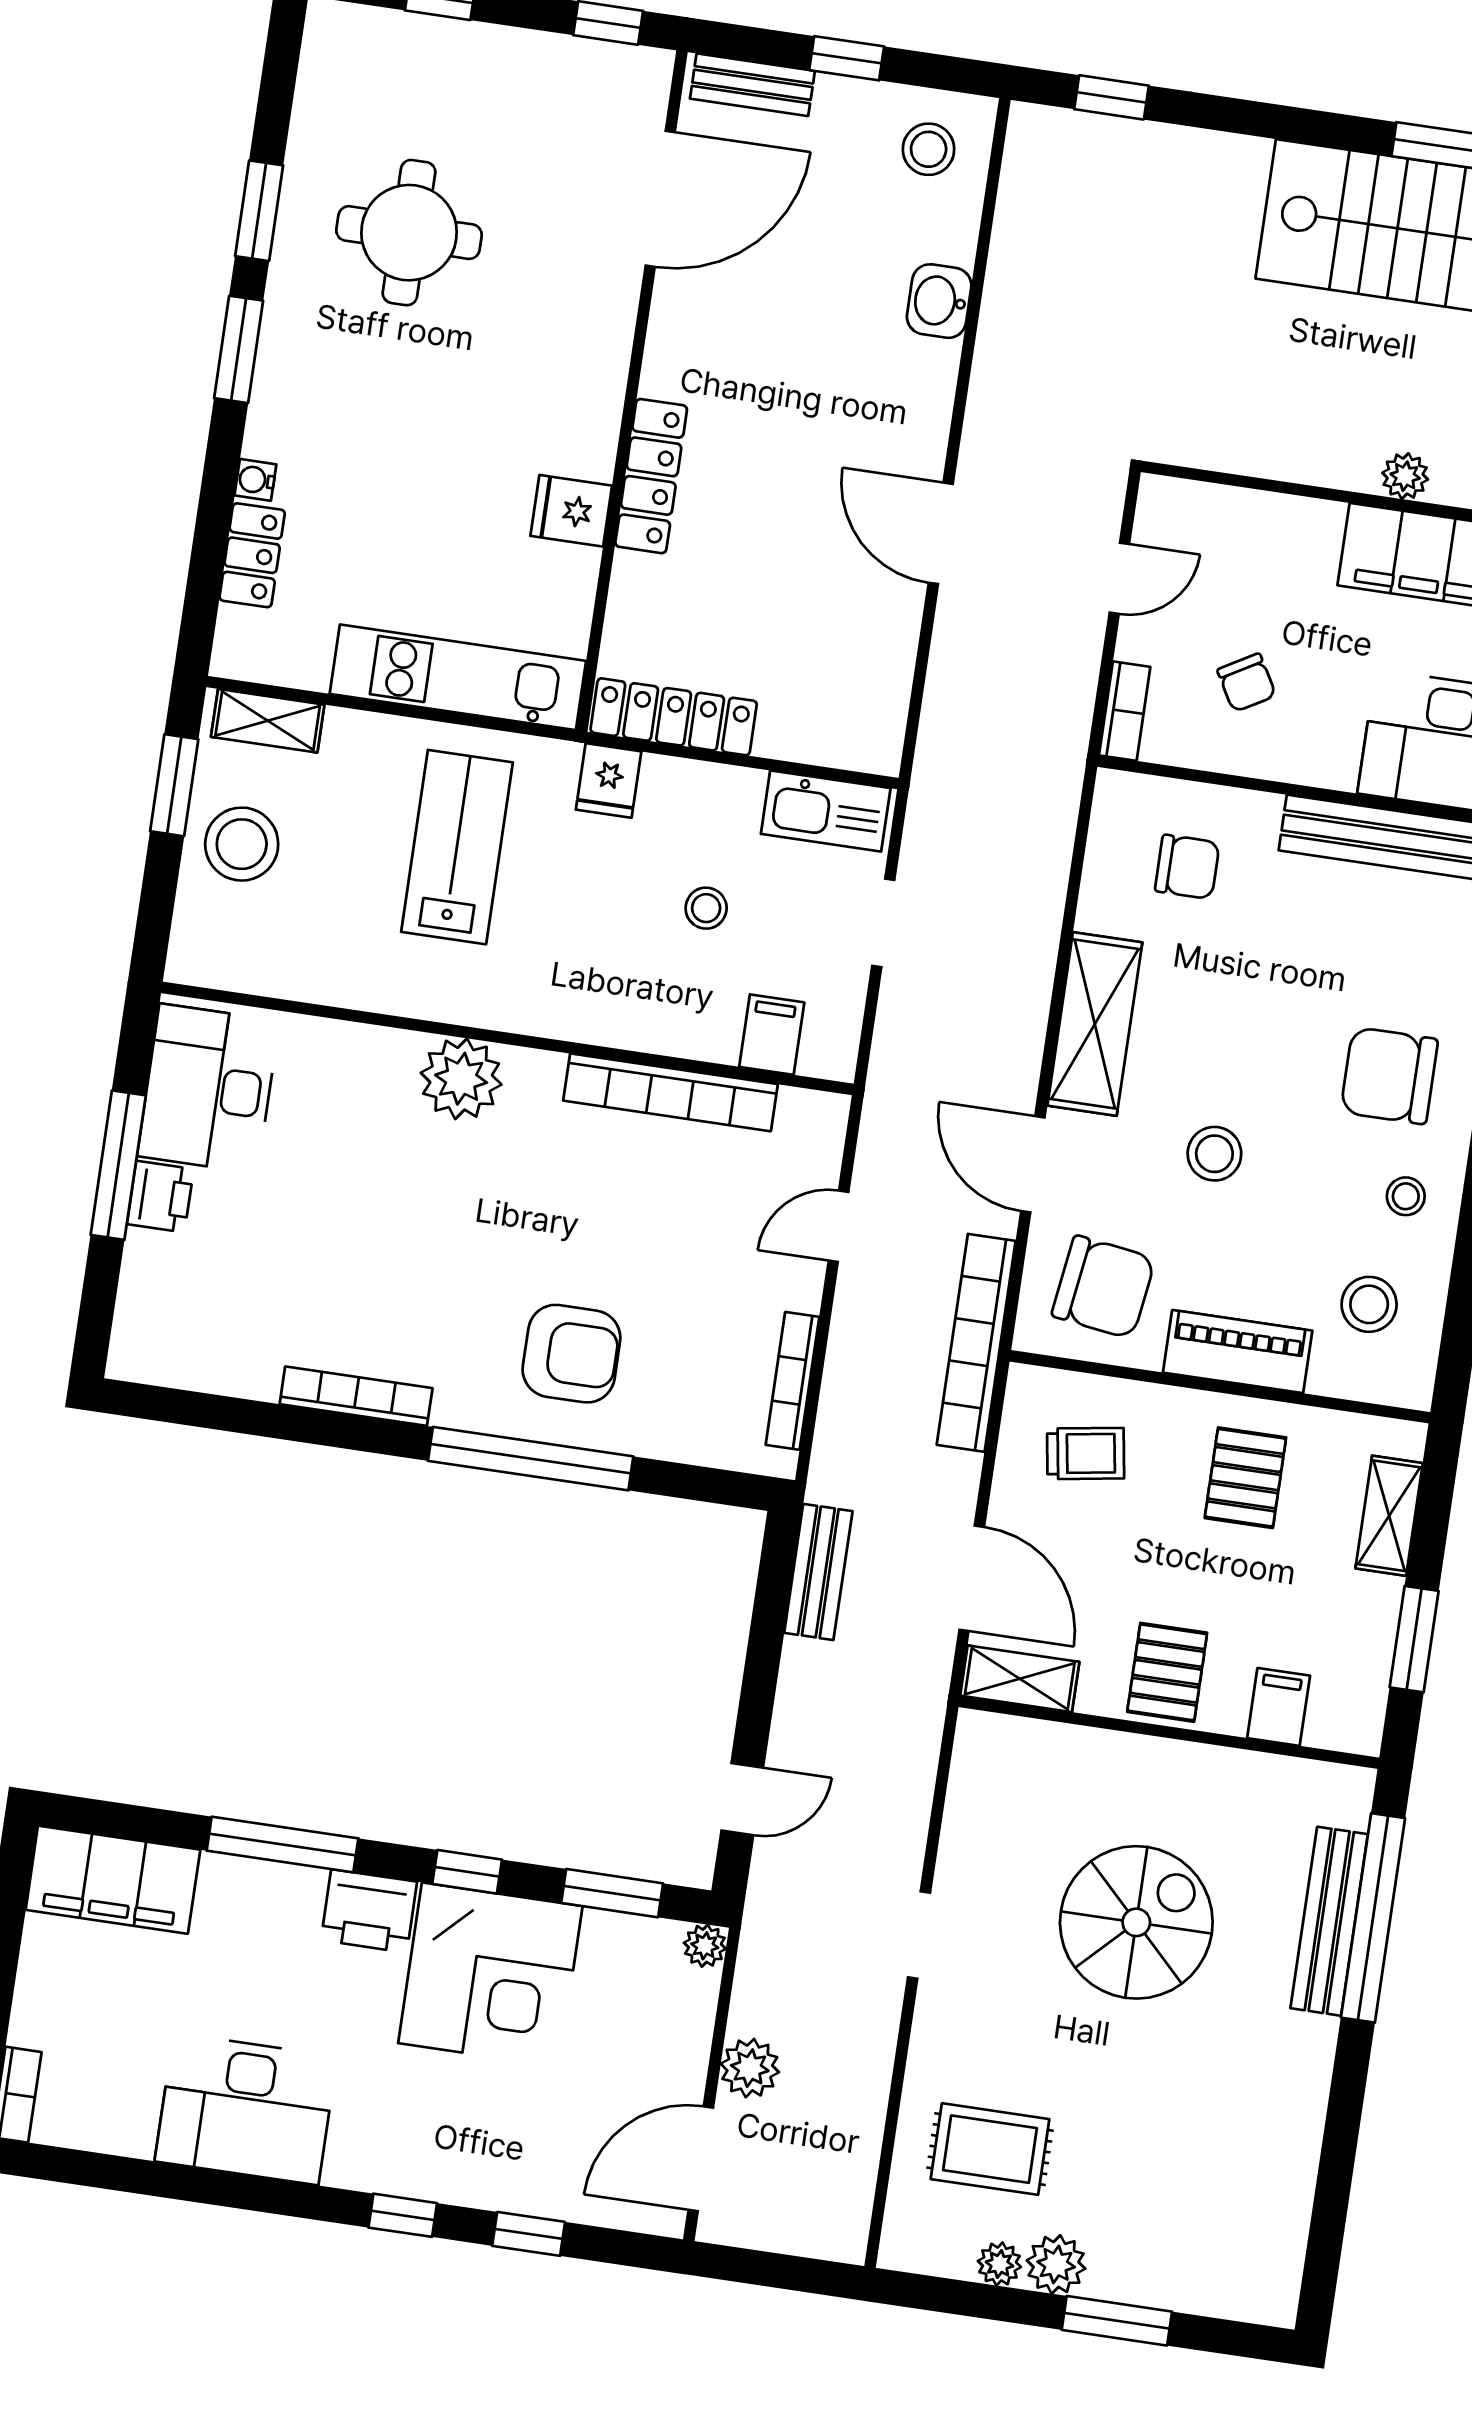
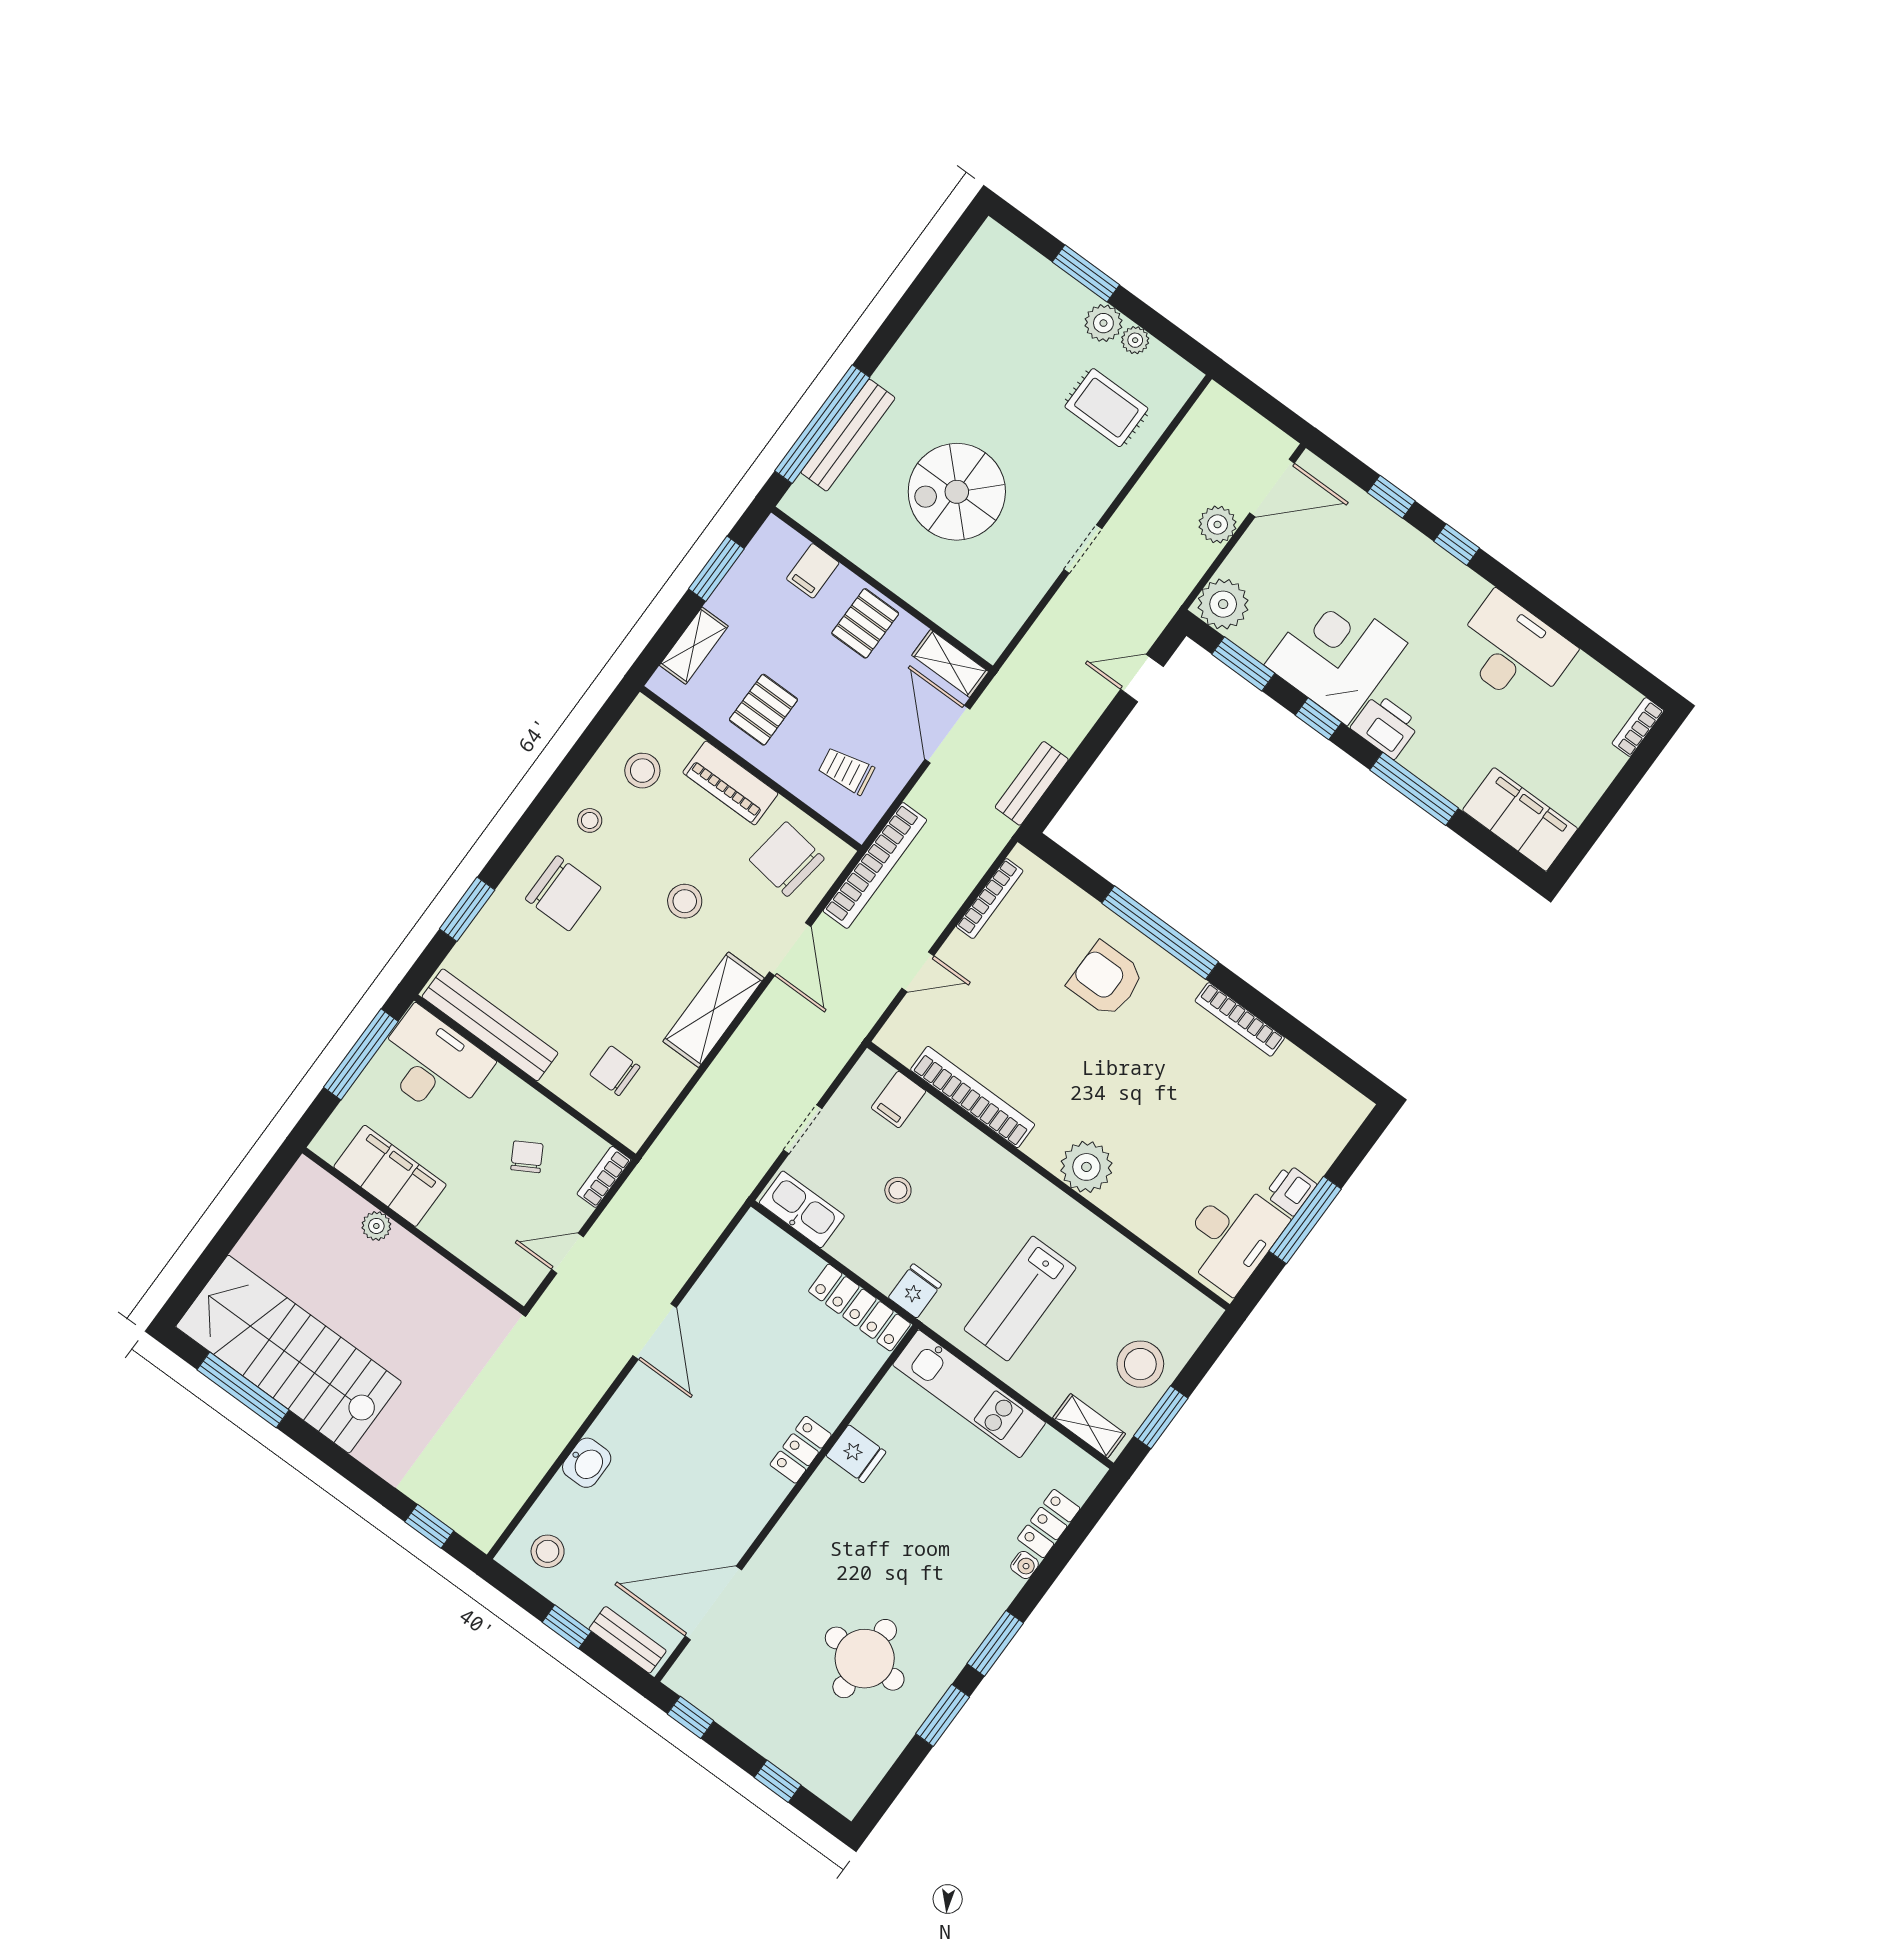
locker: (651, 476) -> (801, 1450), width x0.66
plant: (705, 1946) -> (1223, 604), width x1.88, depth x1.88

